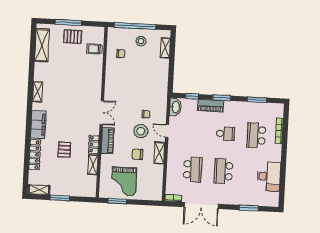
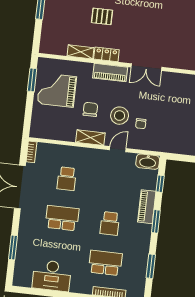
school desk: (193, 169) -> (67, 179), width x0.54

